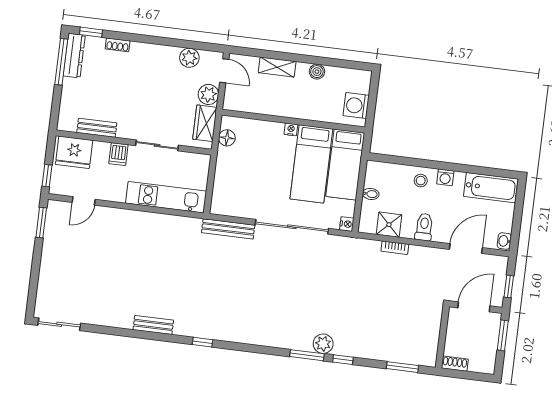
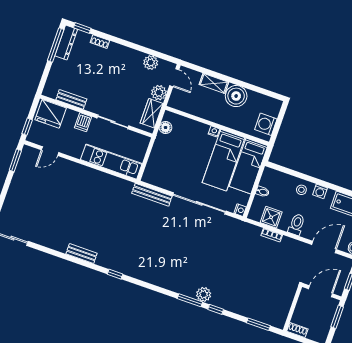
boiler: (317, 72) -> (236, 96), width x1.86, depth x1.86

